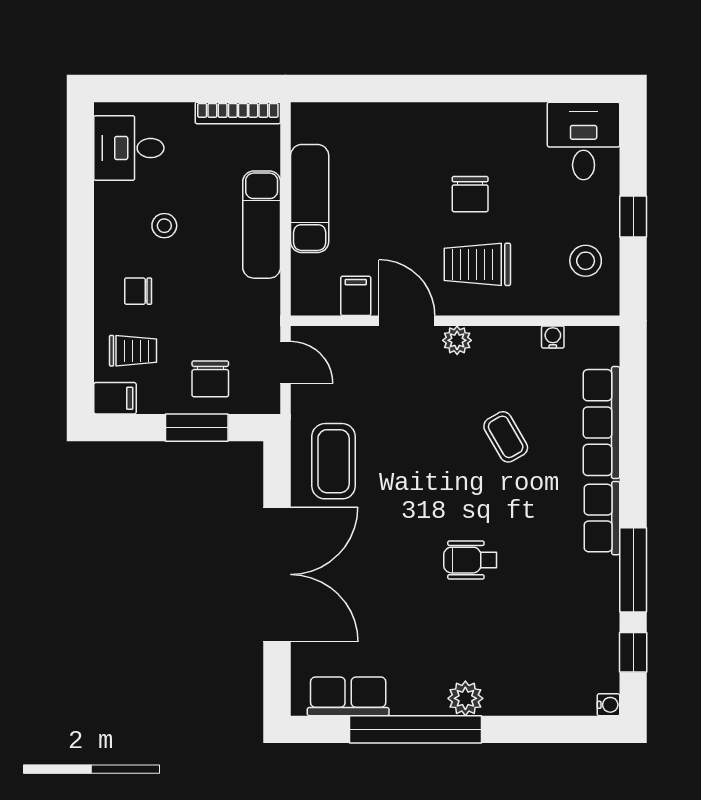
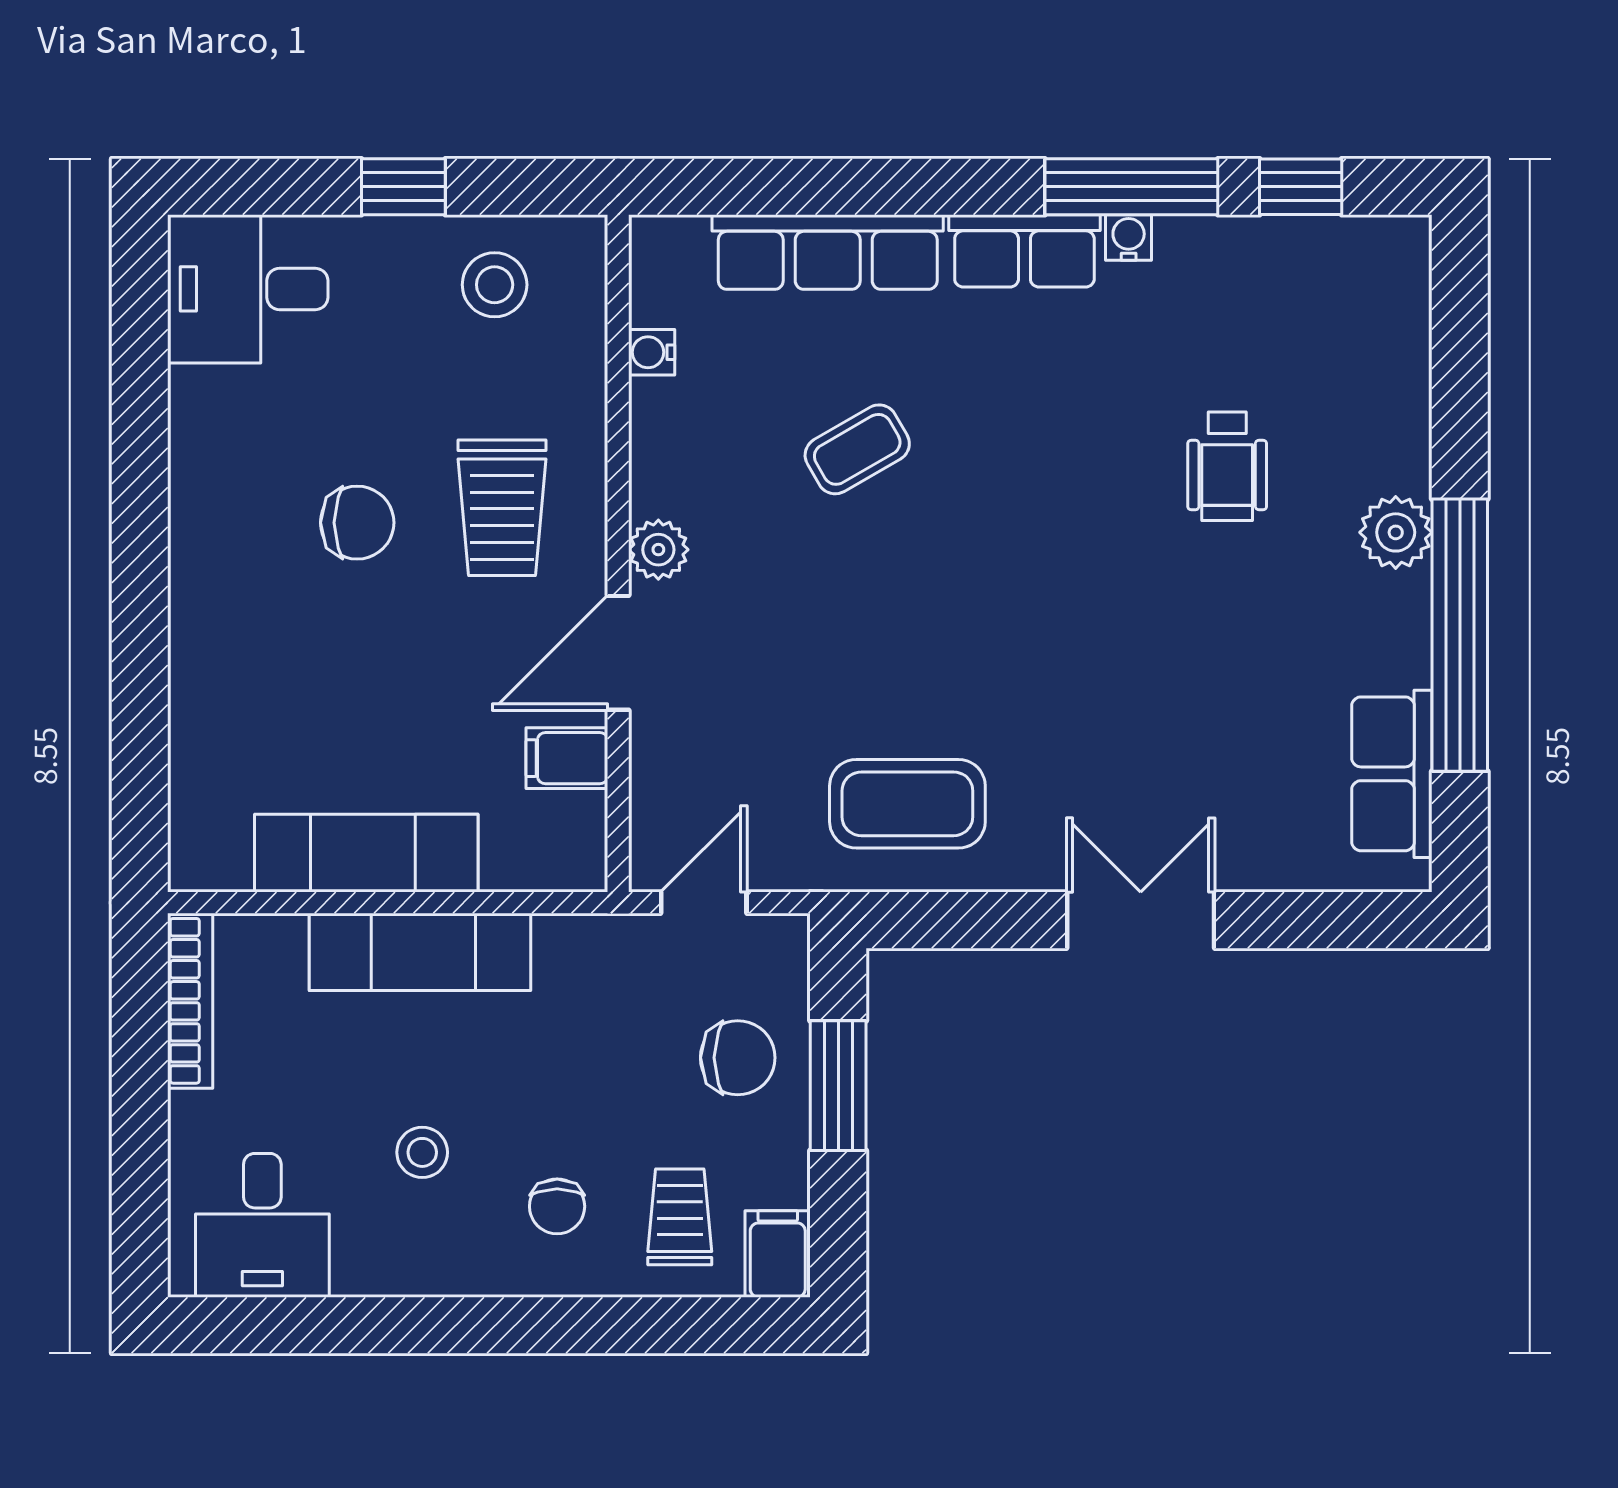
wheelchair: (470, 560) -> (1227, 466), moved
double door: (277, 574) -> (1141, 920), width x0.54
water cooler: (608, 705) -> (1129, 238), moved

